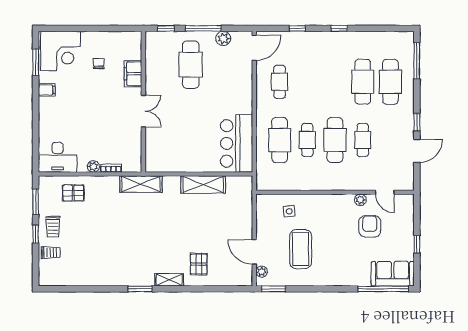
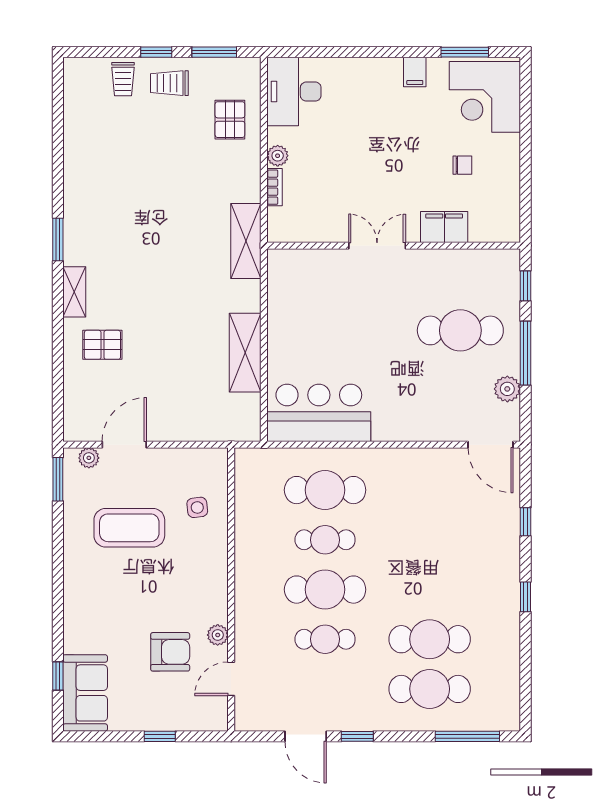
cafe table: (280, 82) -> (430, 490), removed
double door: (143, 111) -> (377, 246), swing flipped
window: (417, 244) -> (160, 736), moved
window: (383, 289) -> (58, 676), width x0.32

